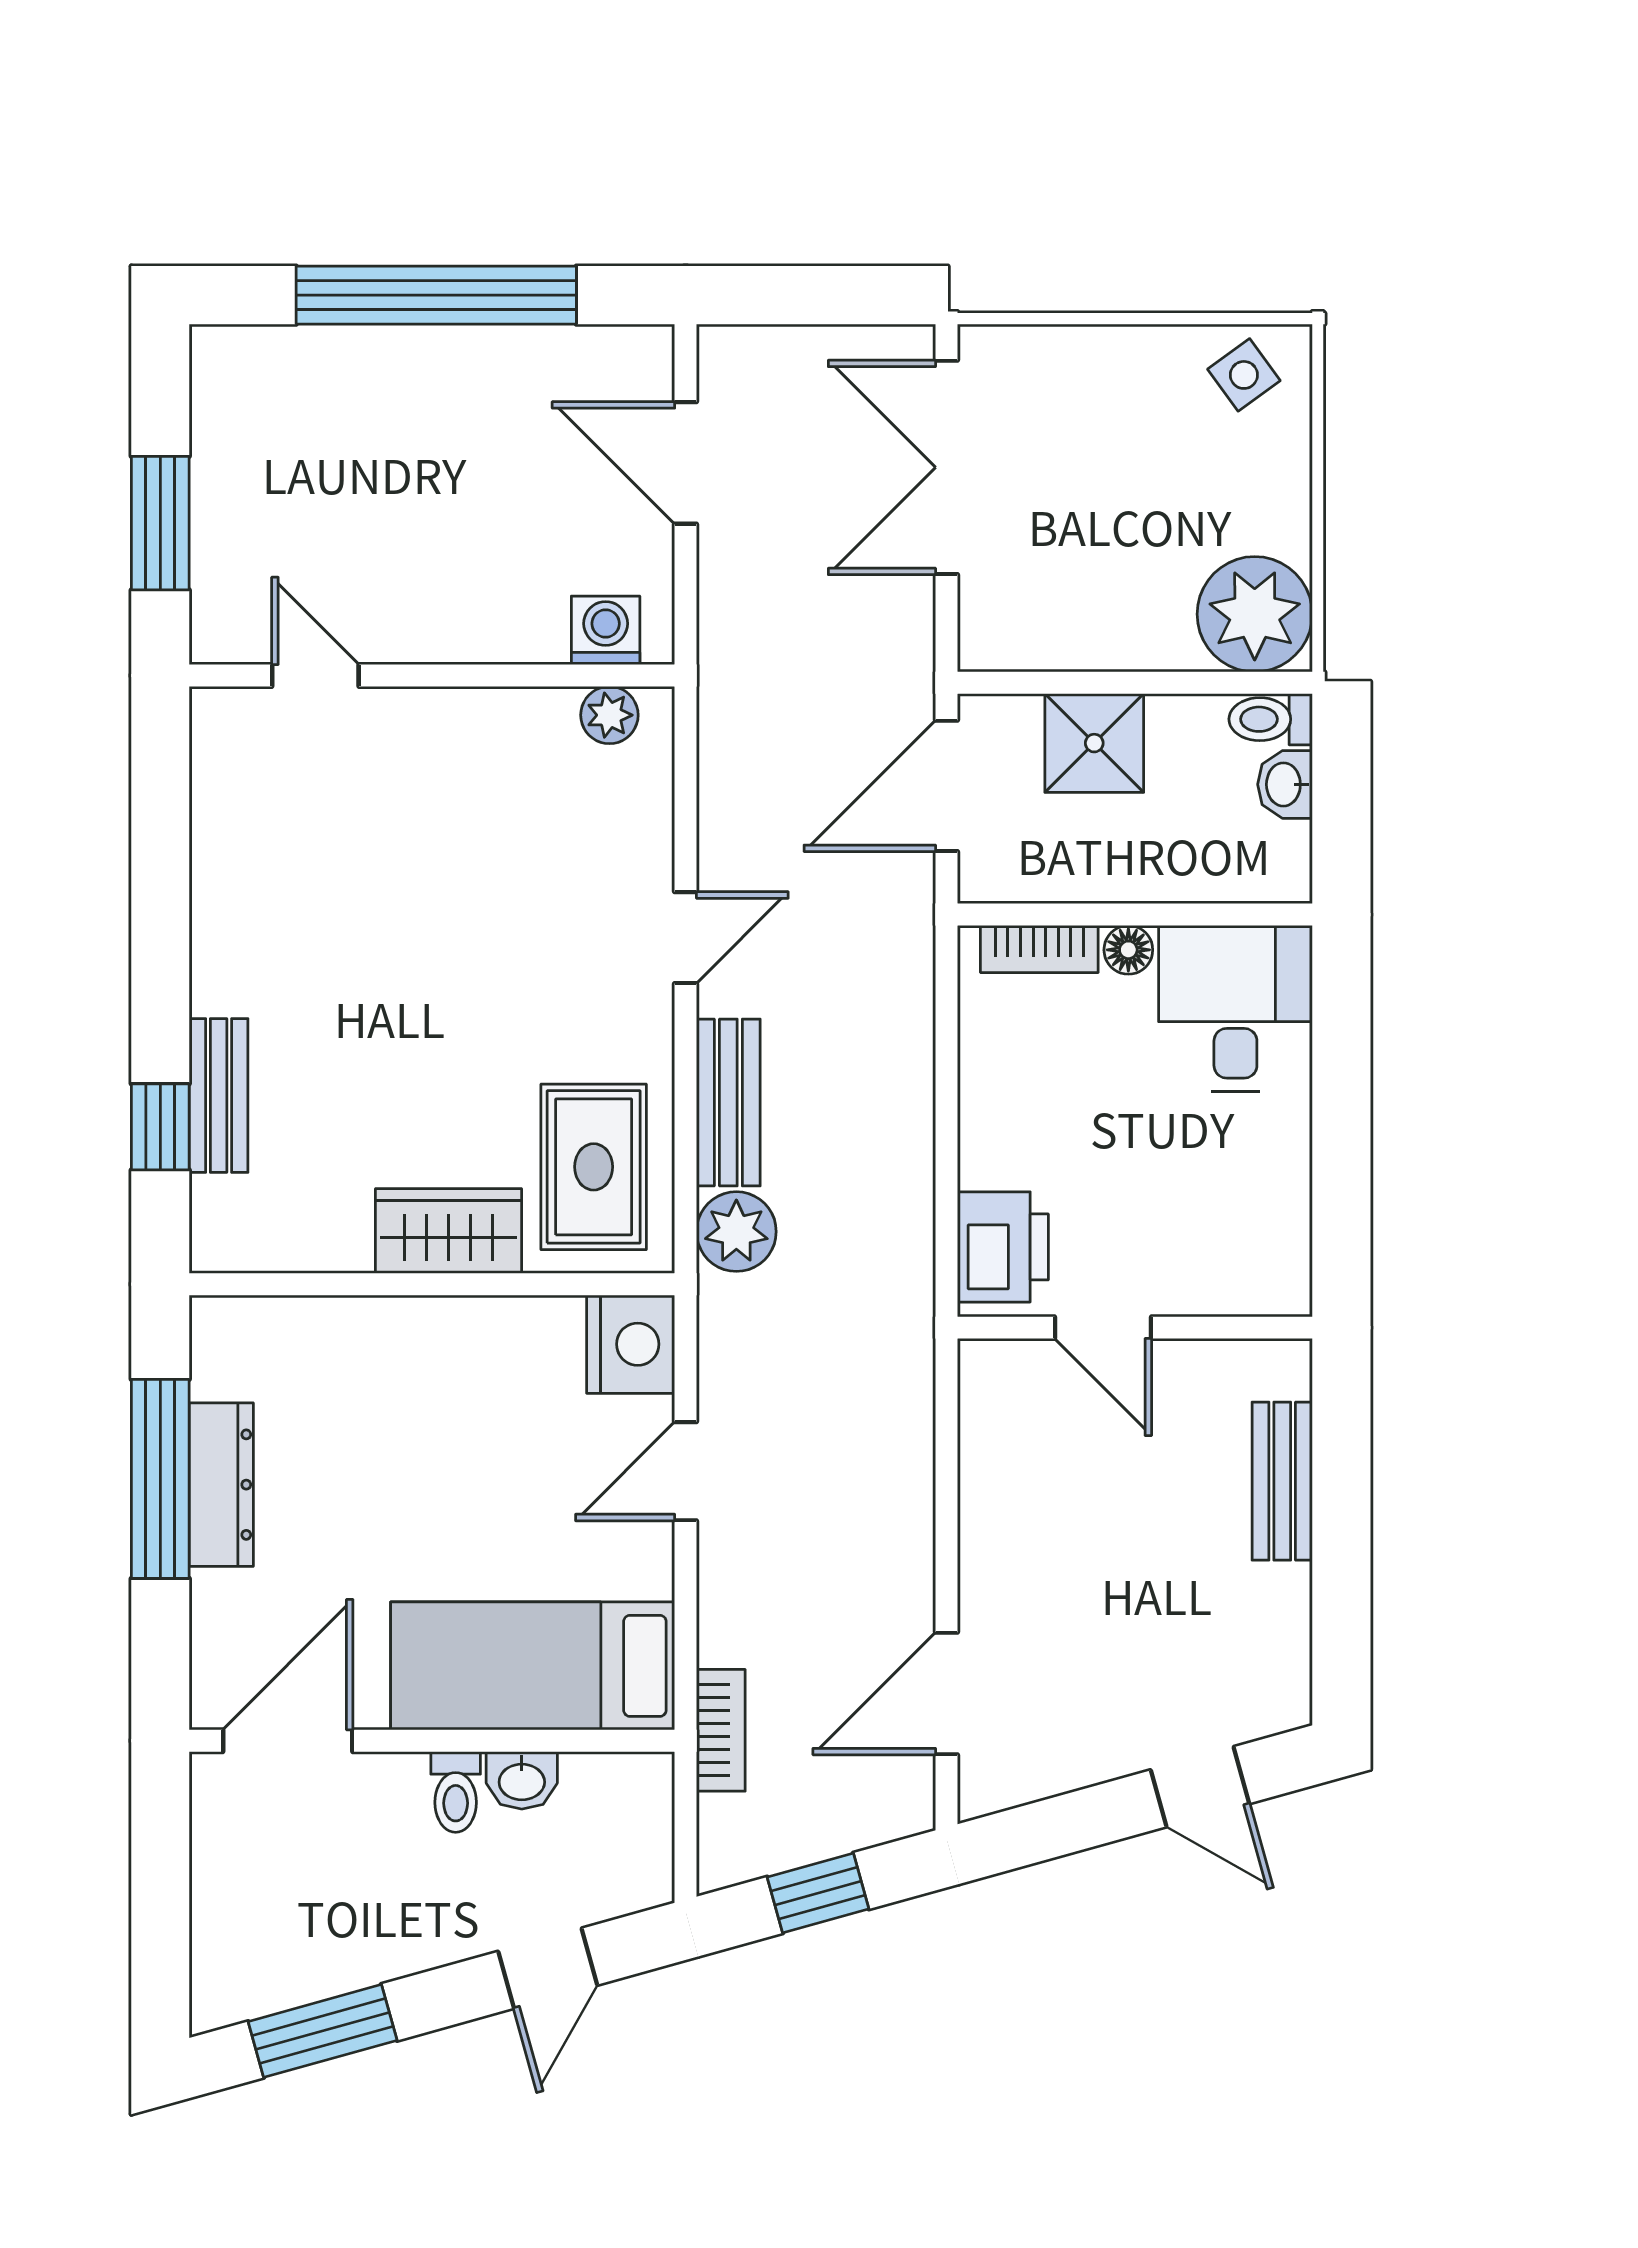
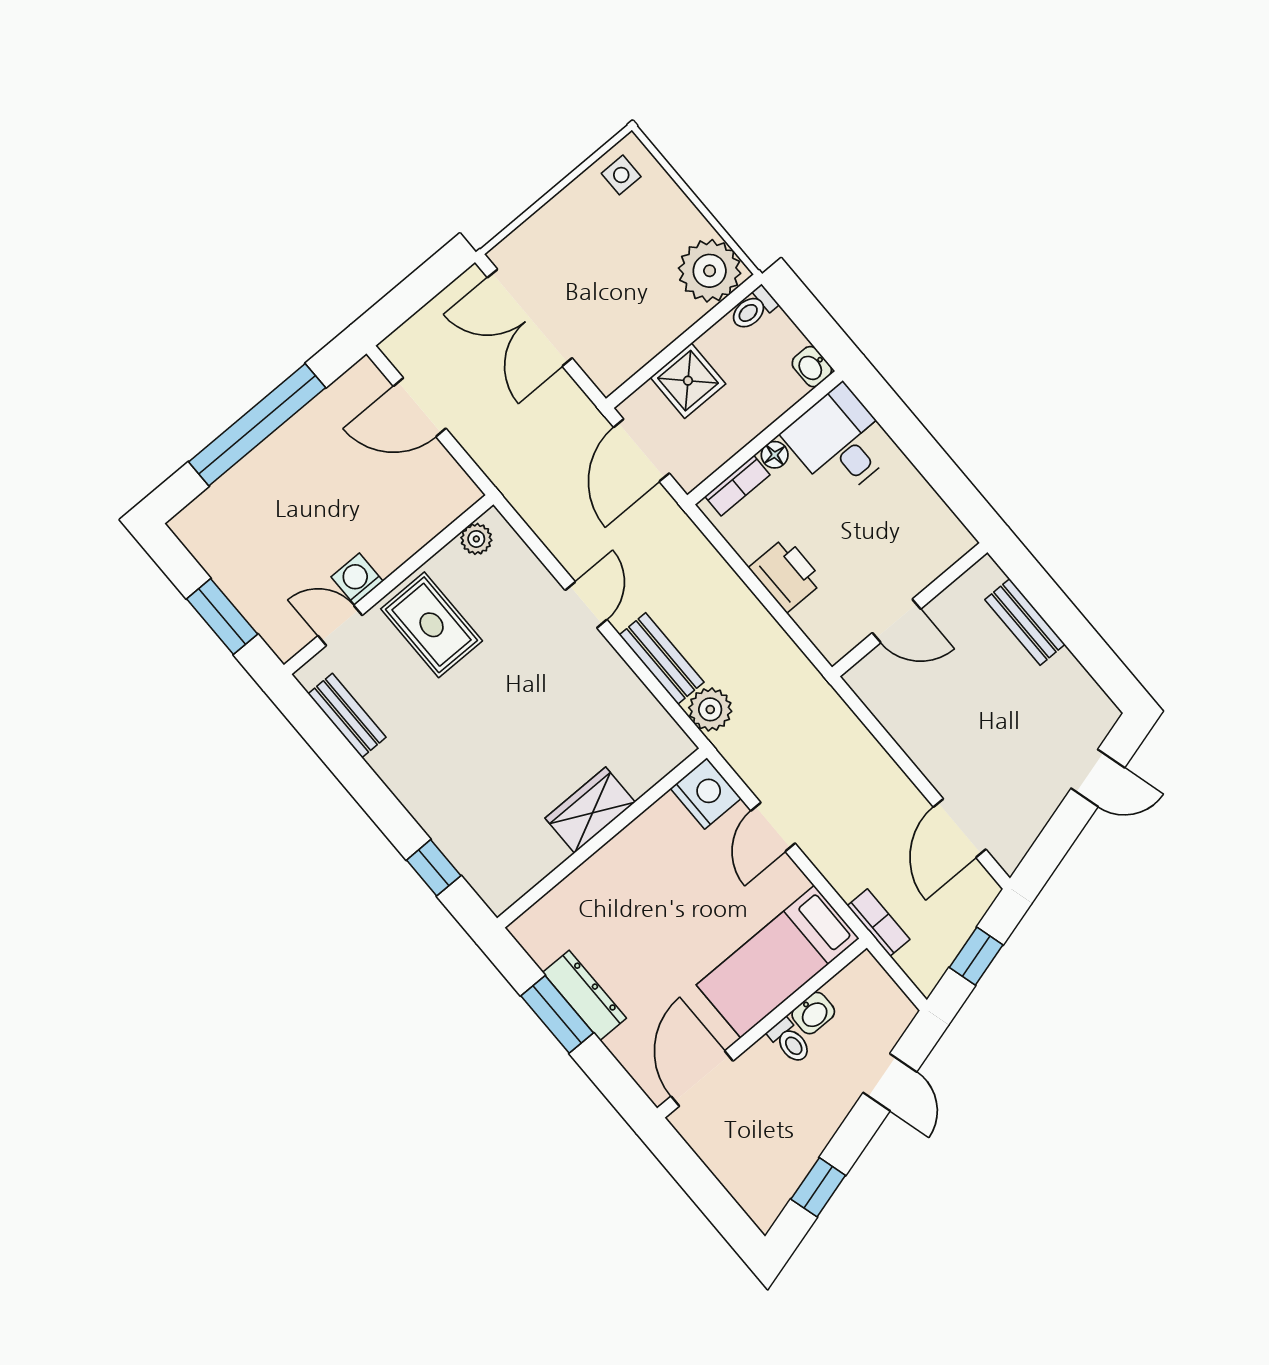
side table: (1244, 375) -> (621, 175), turned 36
washing machine: (606, 630) -> (357, 579), moved
washbasin: (1285, 784) -> (812, 367), moved
bench: (219, 1096) -> (347, 716), moved
rug: (594, 1167) -> (432, 625), moved
printer: (1003, 1247) -> (786, 575), moved
window: (160, 1479) -> (557, 1014), width x0.69
window: (323, 2031) -> (818, 1187), width x0.67

